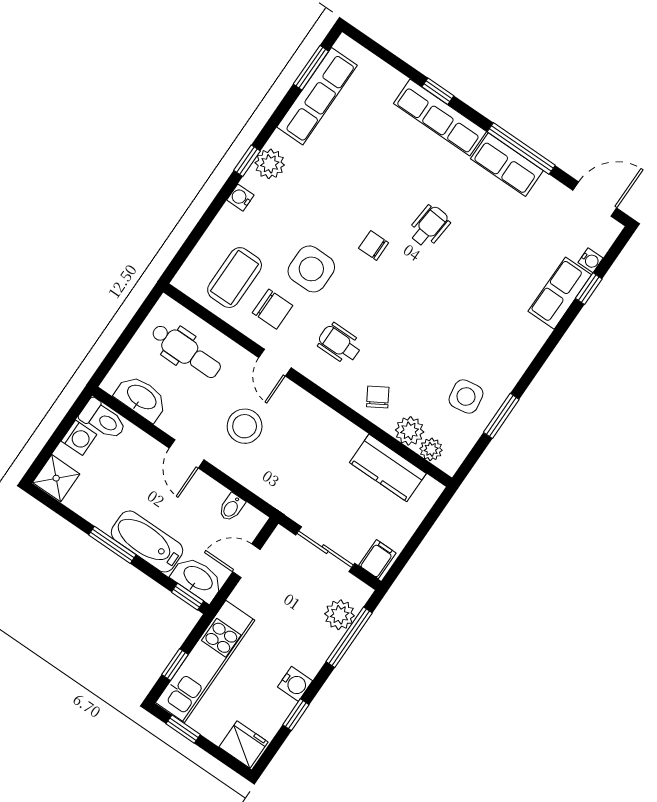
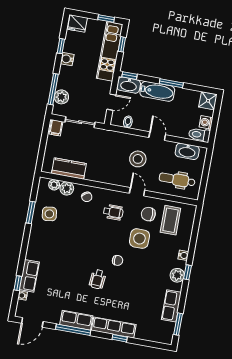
row of seats: (317, 96) -> (171, 306), width x0.68

